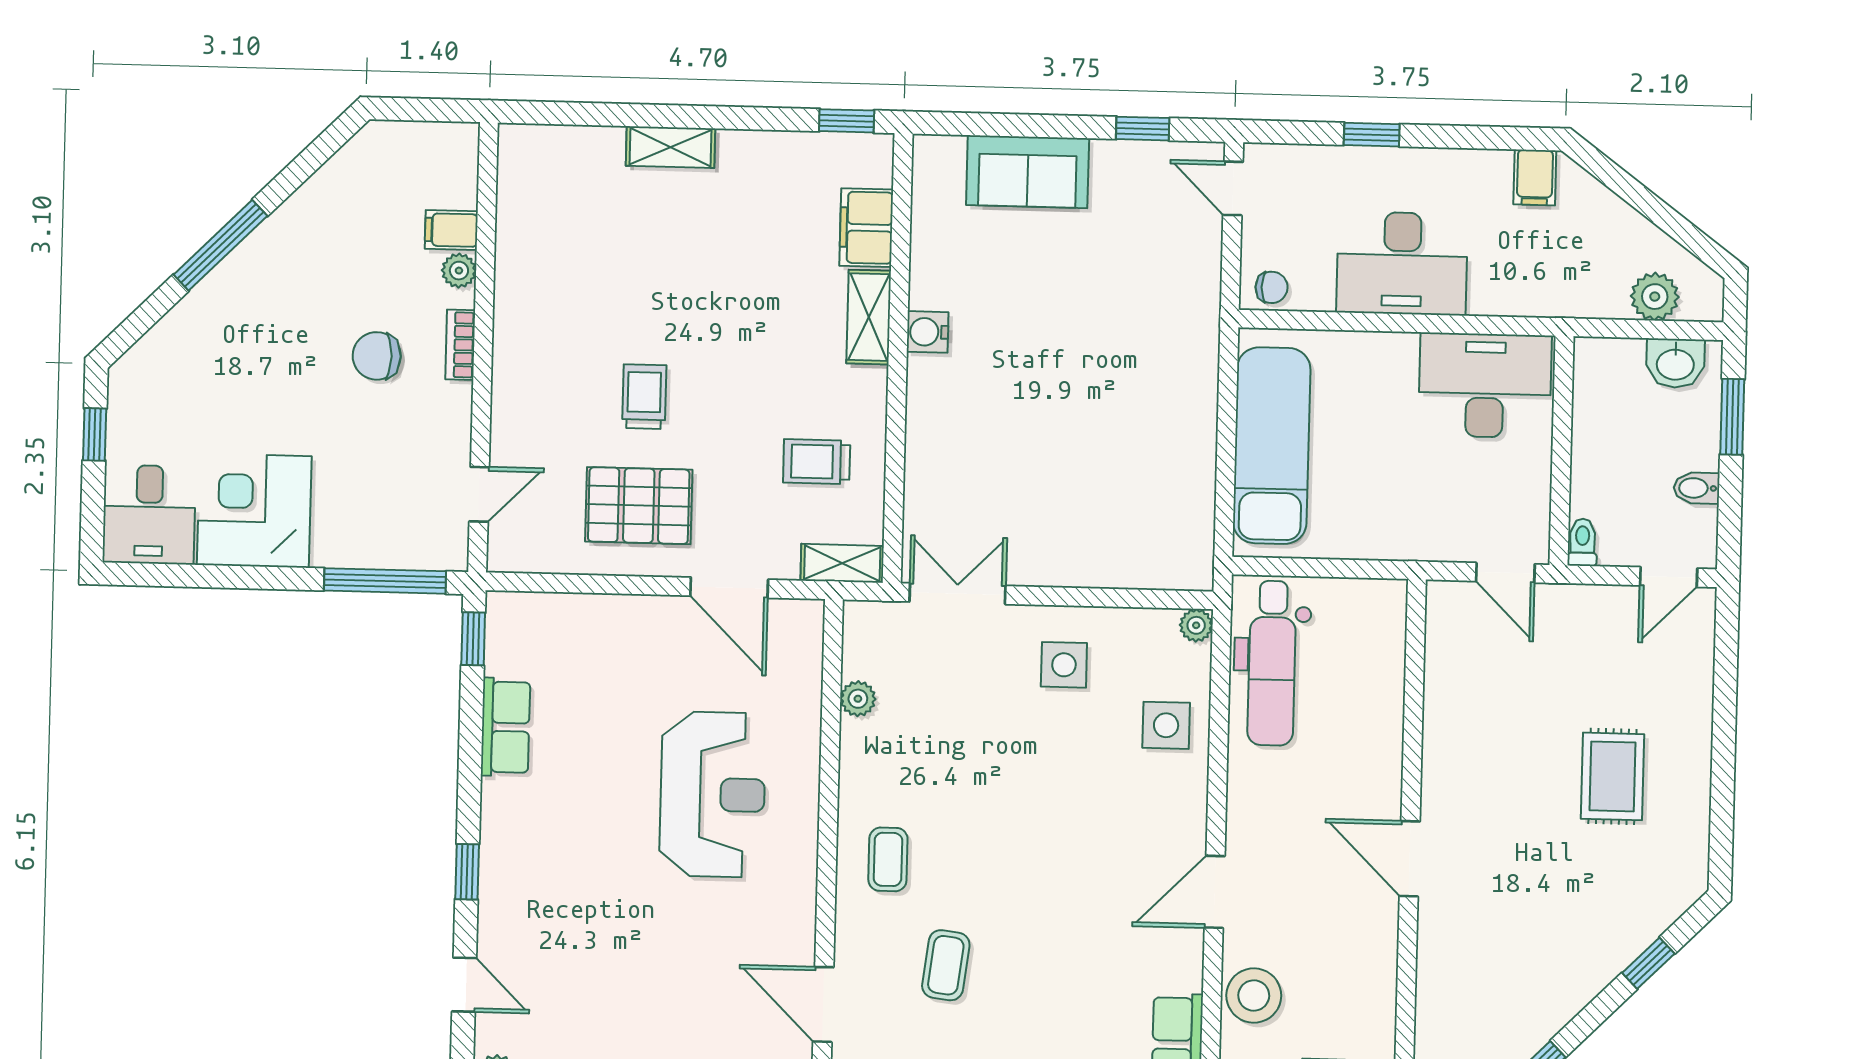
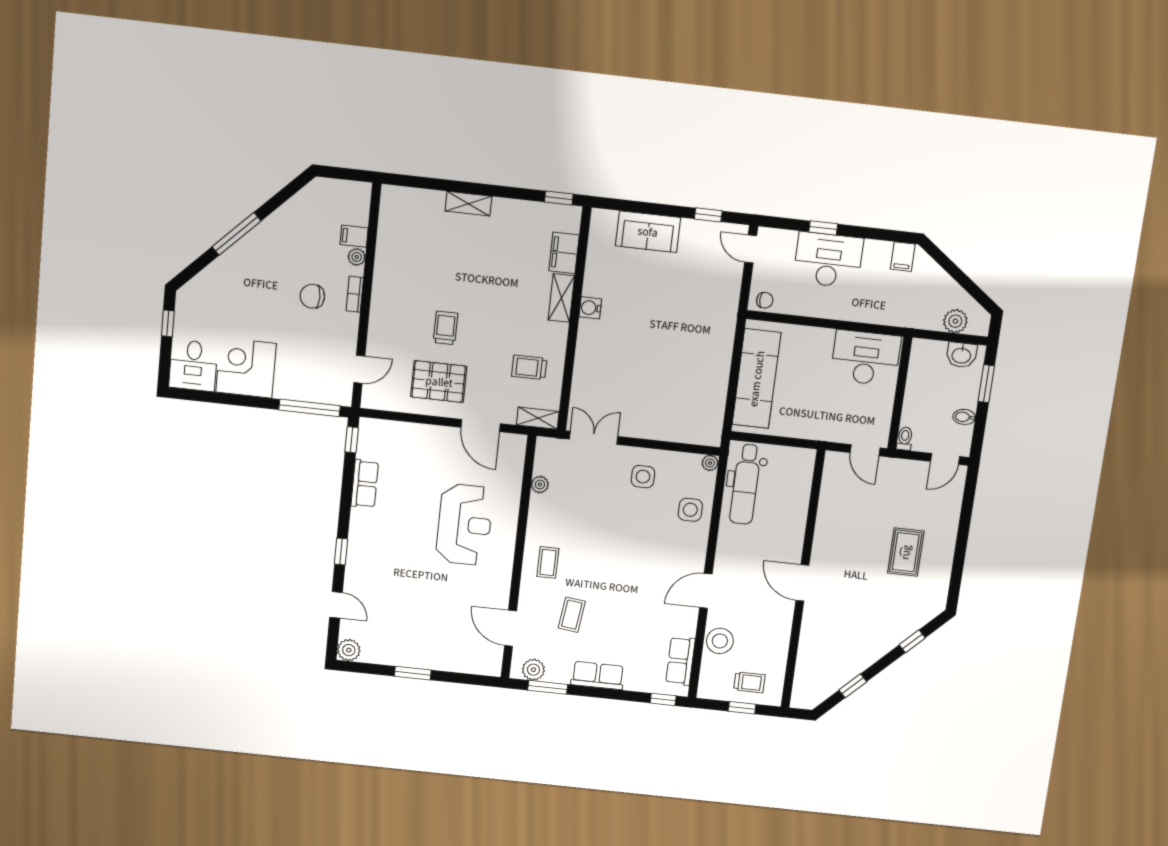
desk: (1402, 263) -> (828, 260), moved, turned 180

